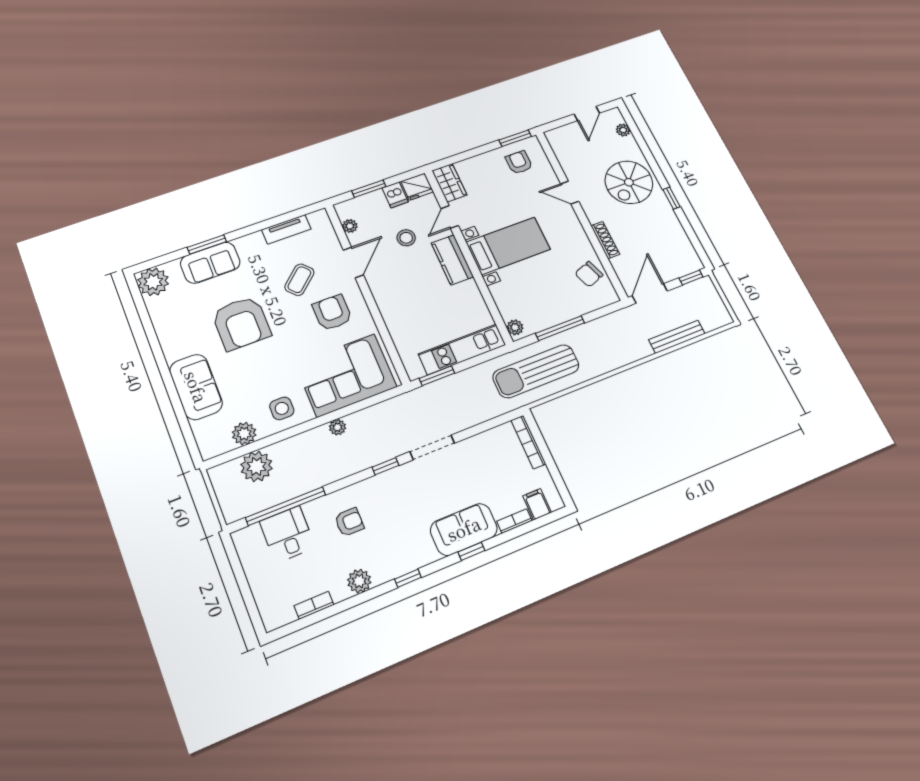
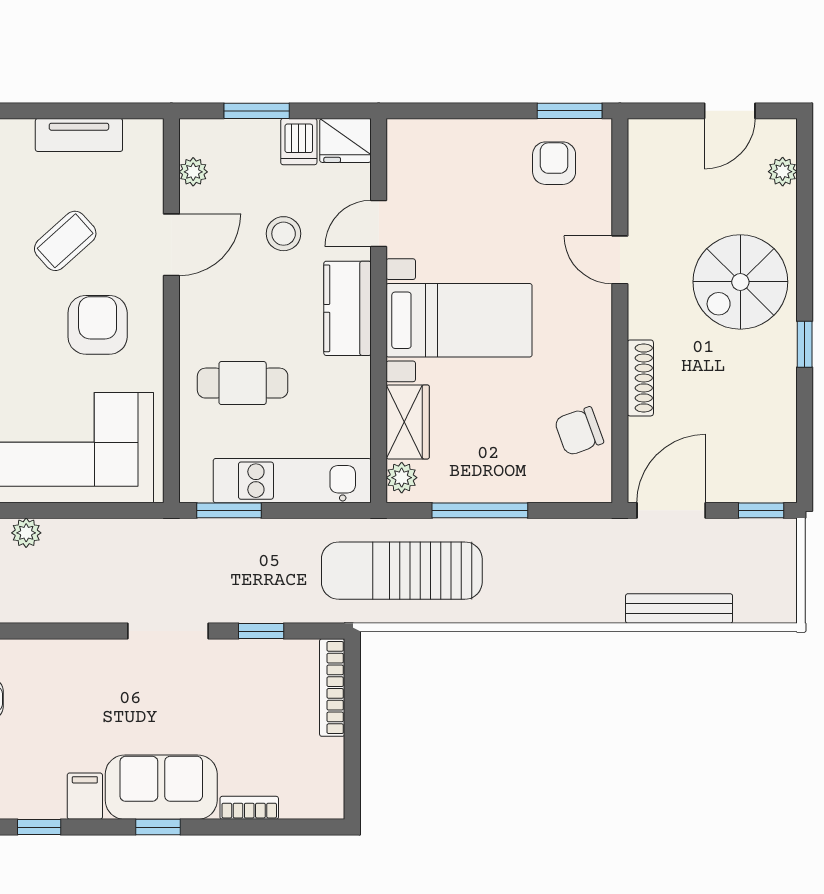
wardrobe: (450, 183) -> (408, 422), moved
cafe table: (417, 313) -> (243, 383), added
window: (385, 466) -> (261, 631), moved
filing cabinet: (537, 504) -> (85, 796), moved

